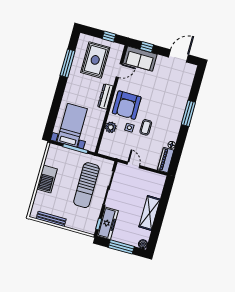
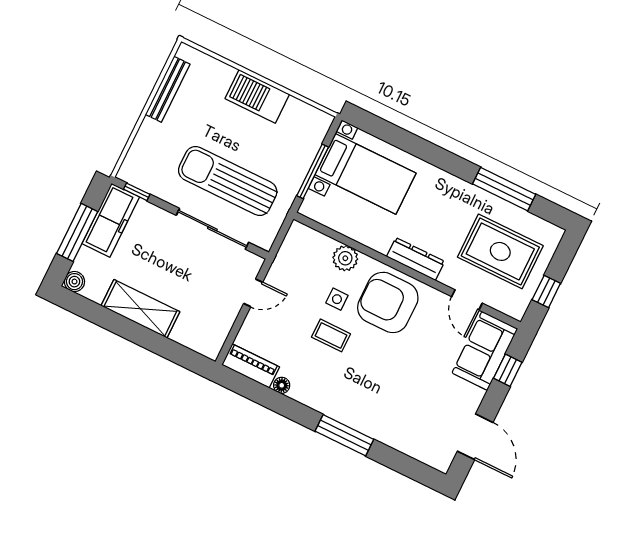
freezer: (108, 223) -> (111, 220), moved, turned -90

